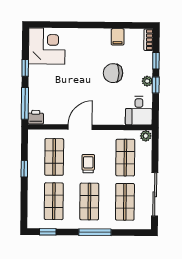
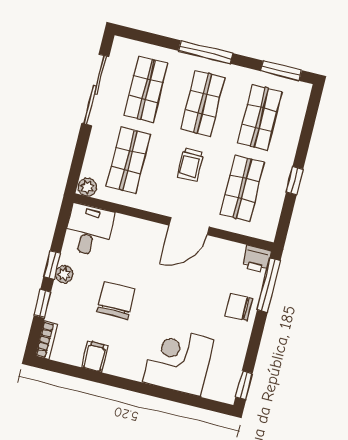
corner desk: (47, 46) -> (179, 361), moved, turned 90
window: (25, 68) -> (244, 385), moved
chair: (113, 73) -> (116, 300), turned -90
chair: (39, 86) -> (239, 307), added
window: (48, 232) -> (281, 71), width x1.50

